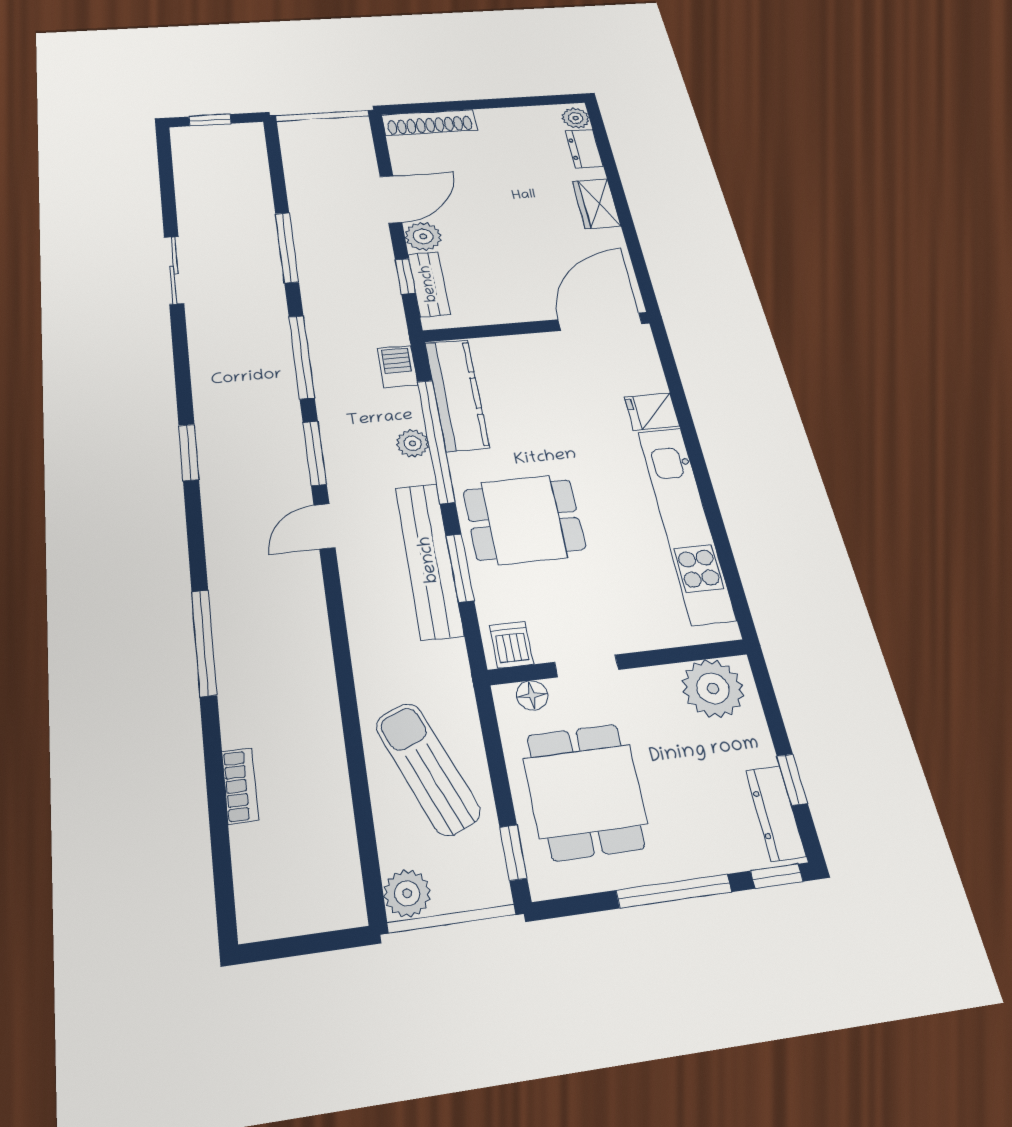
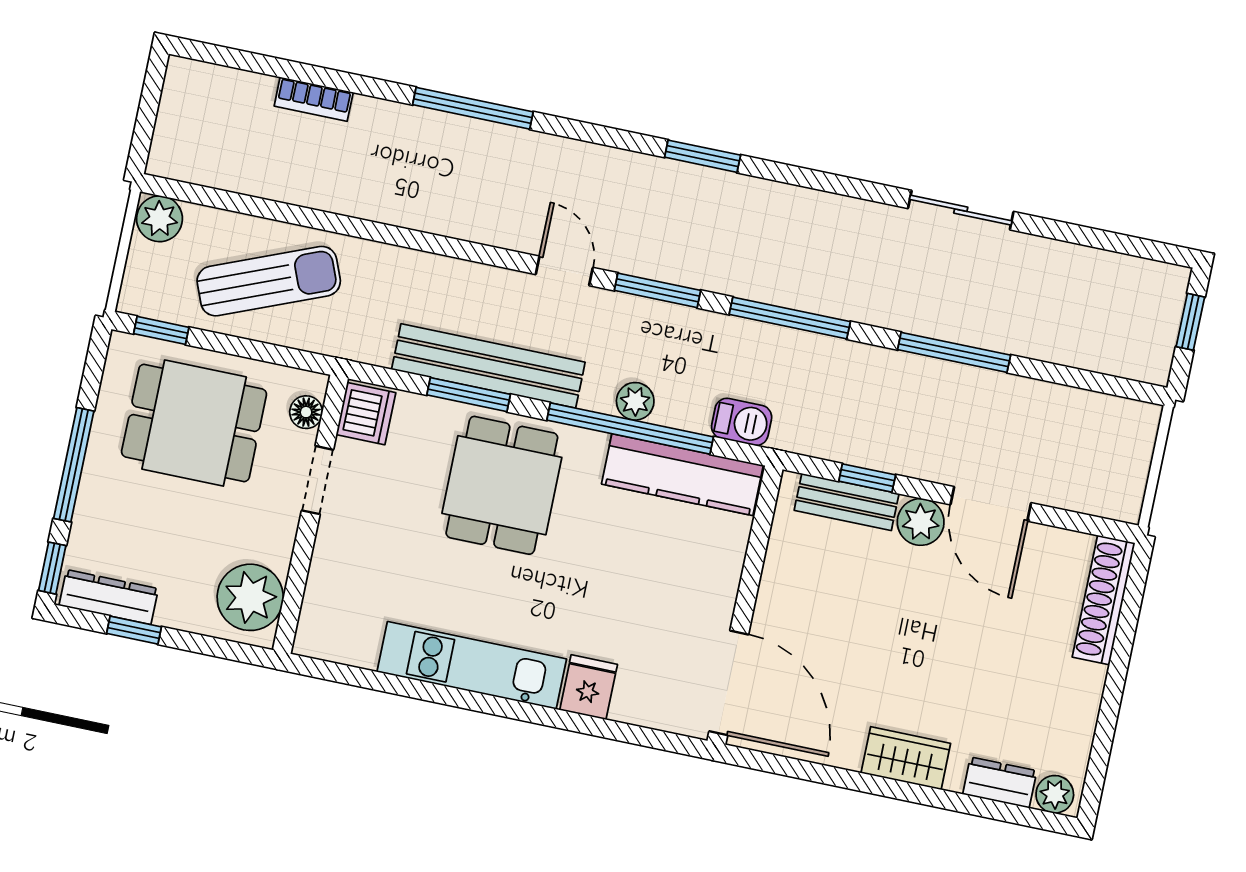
kitchen unit: (686, 523) -> (472, 665), width x0.73
dishwasher: (511, 645) -> (366, 414), width x1.38

